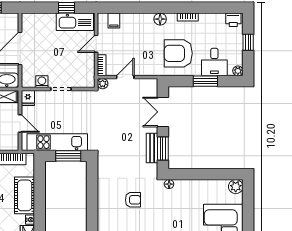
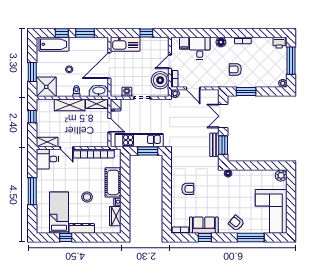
kitchen sink: (75, 22) -> (125, 44), moved
window: (248, 42) -> (291, 61), width x2.17
armchair: (178, 53) -> (235, 69), width x0.53, depth x0.53
desk: (214, 62) -> (200, 48), moved, turned 180
boiler: (84, 67) -> (160, 80), added
door: (125, 77) -> (193, 88), swing flipped
window: (205, 81) -> (246, 91), moved
armchair: (133, 200) -> (188, 189), moved

